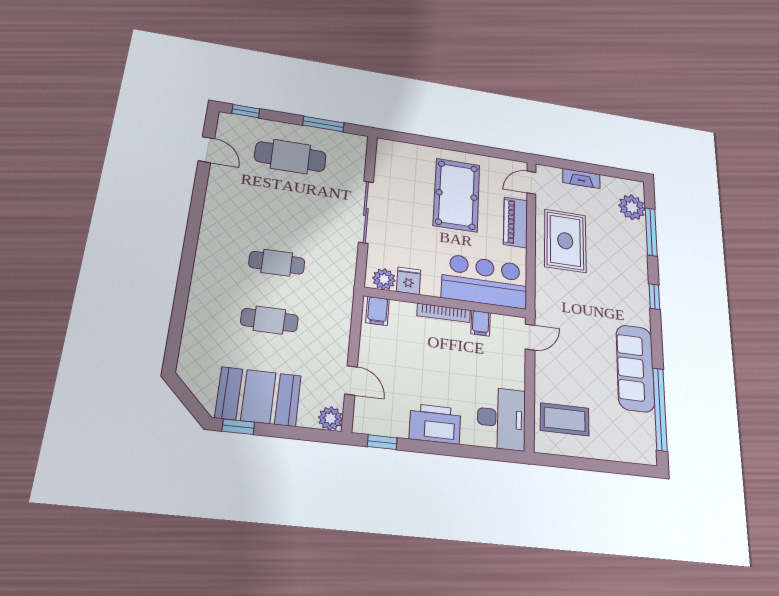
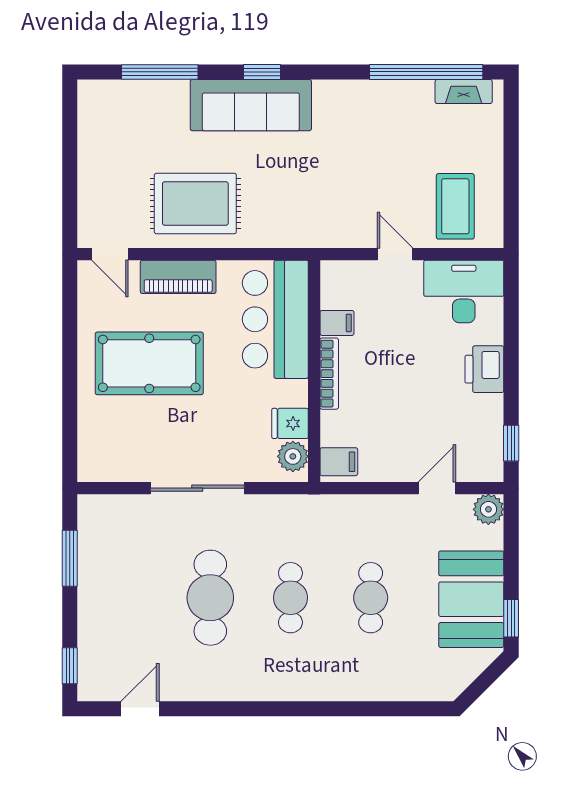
cafe table: (290, 157) -> (210, 598), moved
fireplace: (581, 178) -> (464, 92), moved, turned 90
plant: (632, 207) -> (124, 100), removed
door: (530, 337) -> (395, 254), moved
sofa: (635, 368) -> (251, 105), moved
printer: (435, 424) -> (484, 369), width x0.73, depth x0.84

